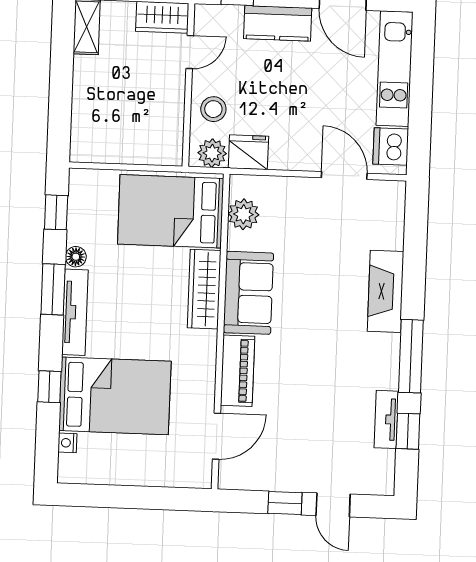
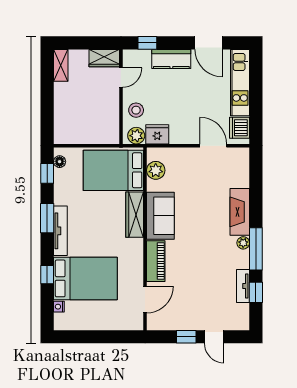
floor lamp: (76, 257) -> (60, 162), moved
plant: (389, 345) -> (243, 243), added

